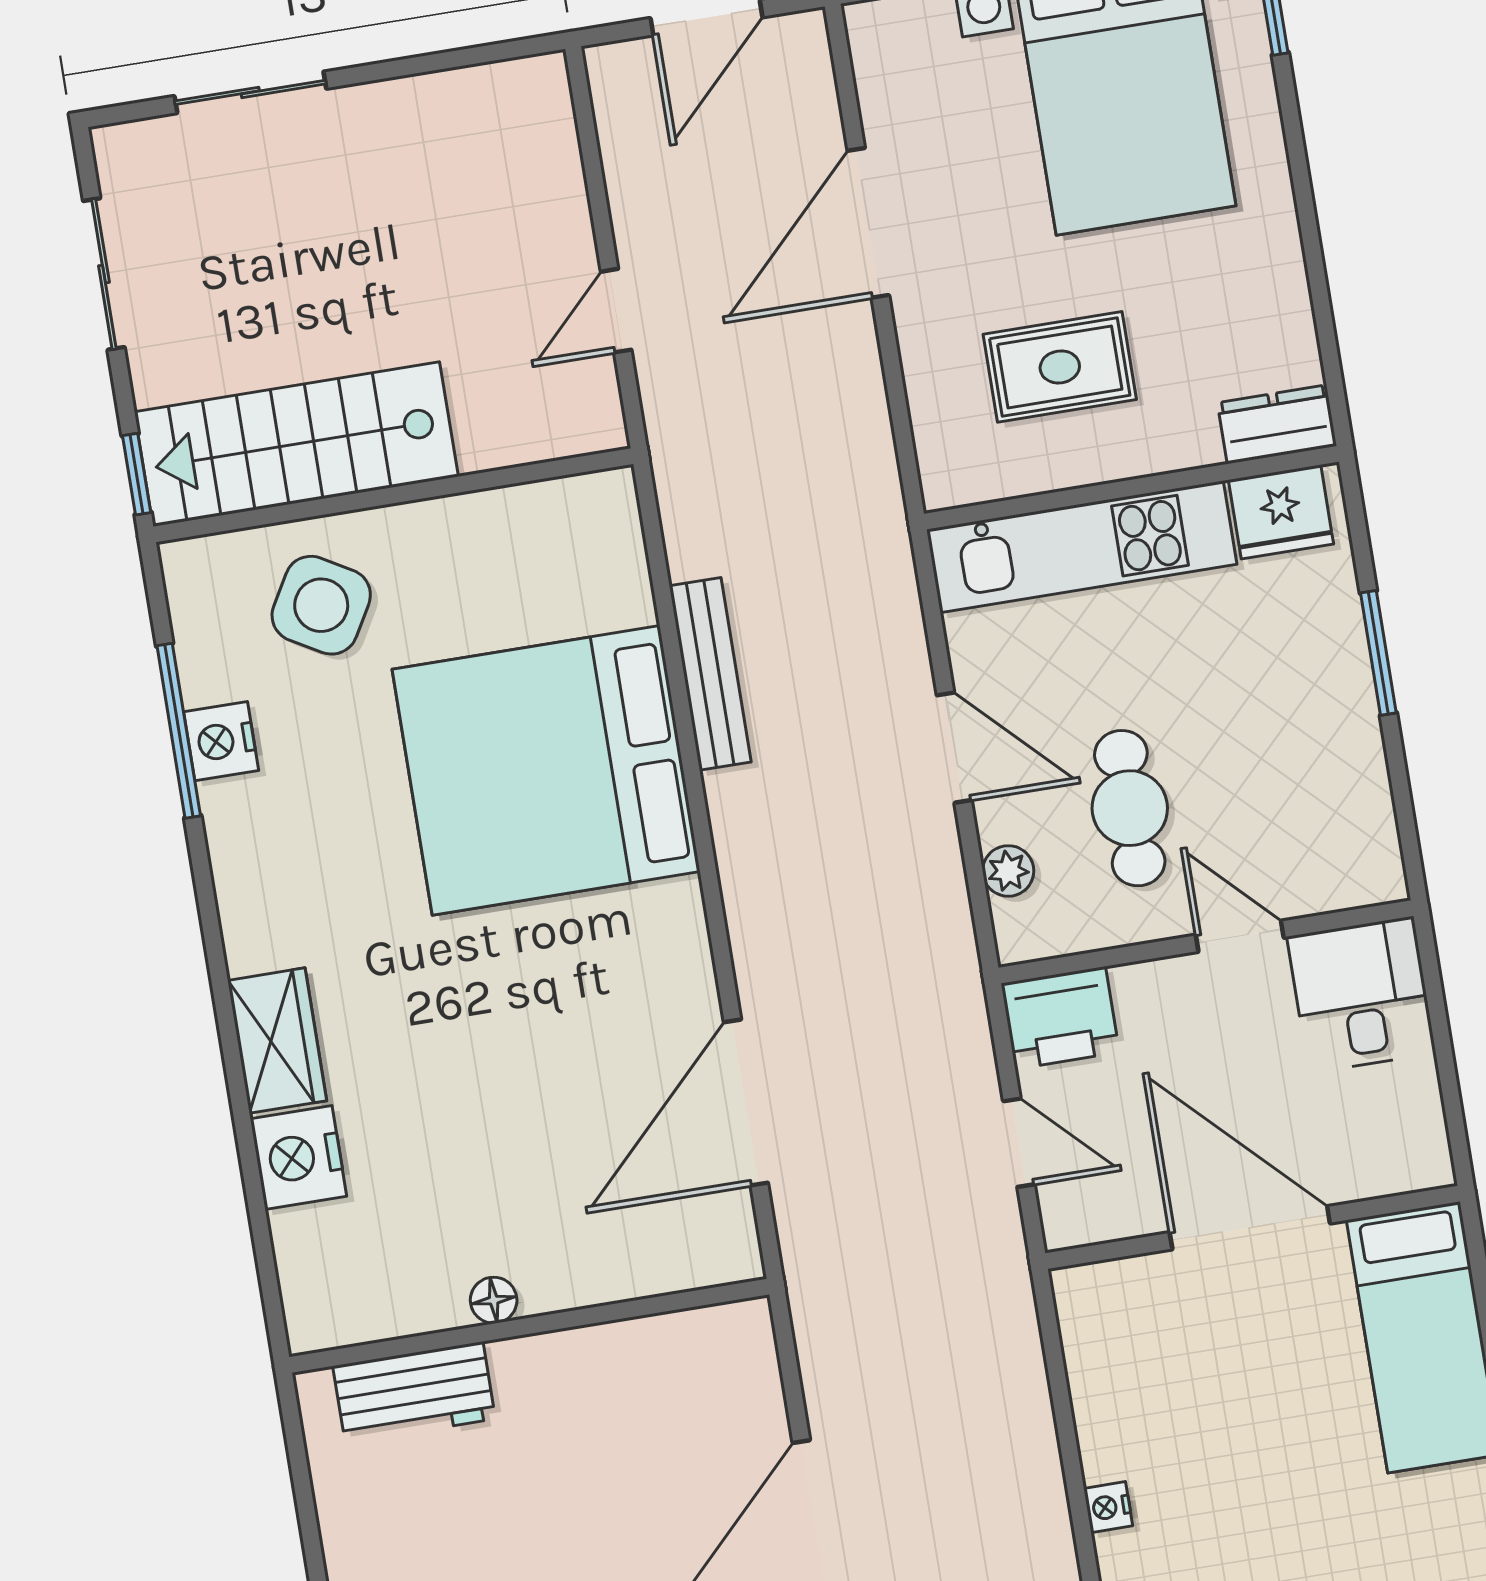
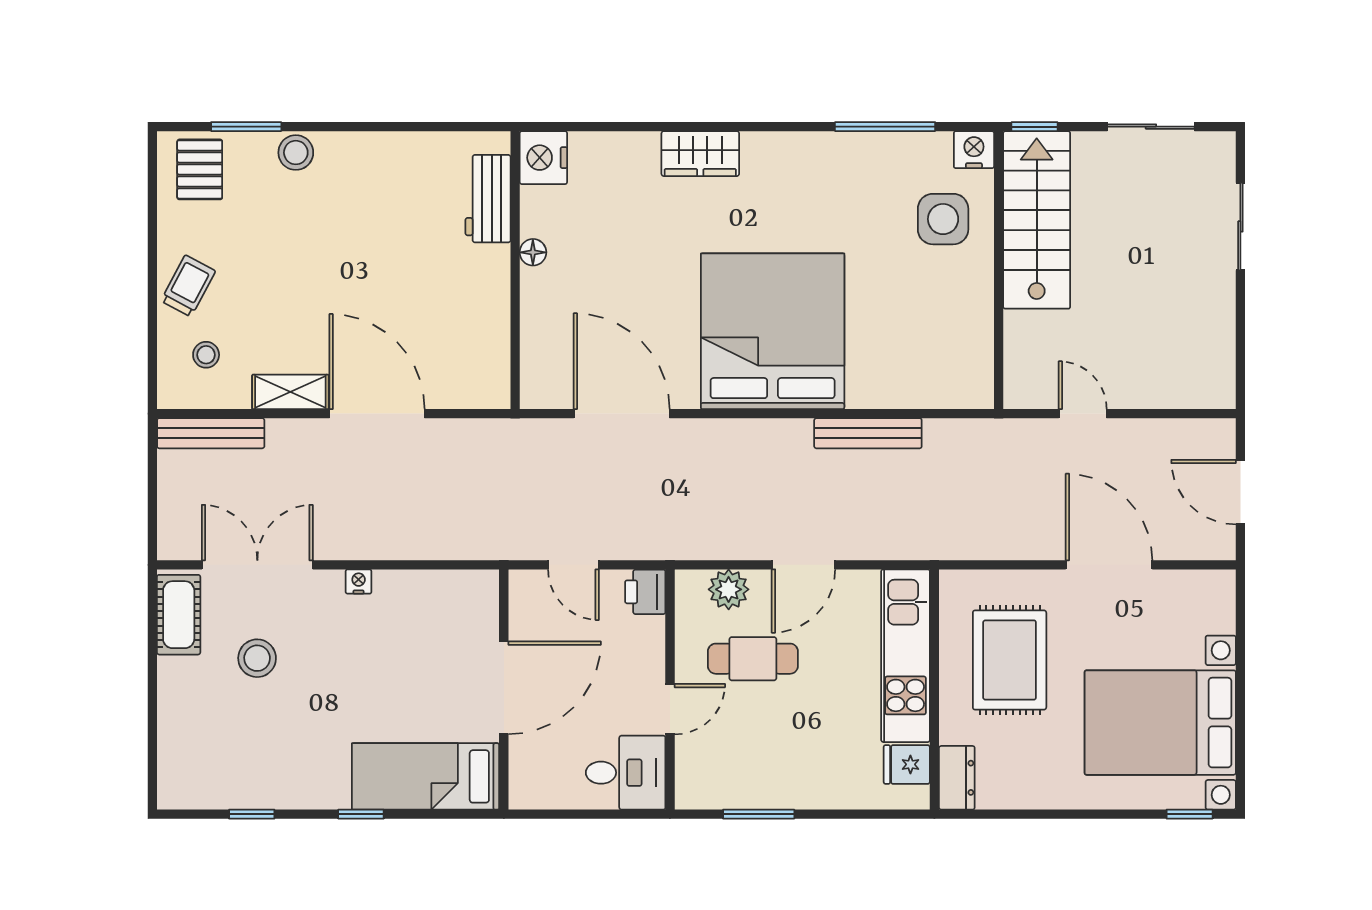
rug: (1060, 367) -> (1010, 660), width x1.36, depth x1.43
fridge: (1281, 512) -> (907, 764), width x0.72
side table: (321, 605) -> (943, 219), turned -30
window: (1378, 653) -> (759, 814), moved
nightstand: (221, 741) -> (974, 150), moved
bed: (546, 770) -> (773, 331), moved
plant: (1008, 871) -> (729, 589), width x1.38, depth x1.38
printer: (1060, 1018) -> (645, 592), width x0.73, depth x0.81
door: (1019, 1143) -> (573, 565), hinge flipped
nightstand: (298, 1157) -> (543, 158), moved, turned -90

